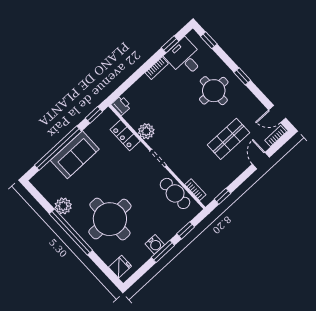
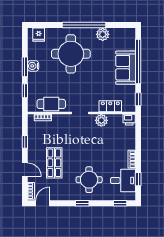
window: (222, 196) -> (25, 142), moved

